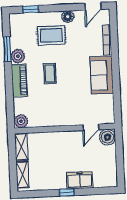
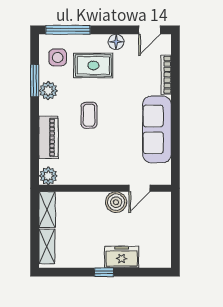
window: (31, 9) -> (68, 30), width x2.17
side table: (24, 31) -> (58, 57), added
sofa: (102, 75) -> (157, 129), width x1.36
piano: (19, 81) -> (49, 138), moved
boiler: (107, 137) -> (116, 202), moved

